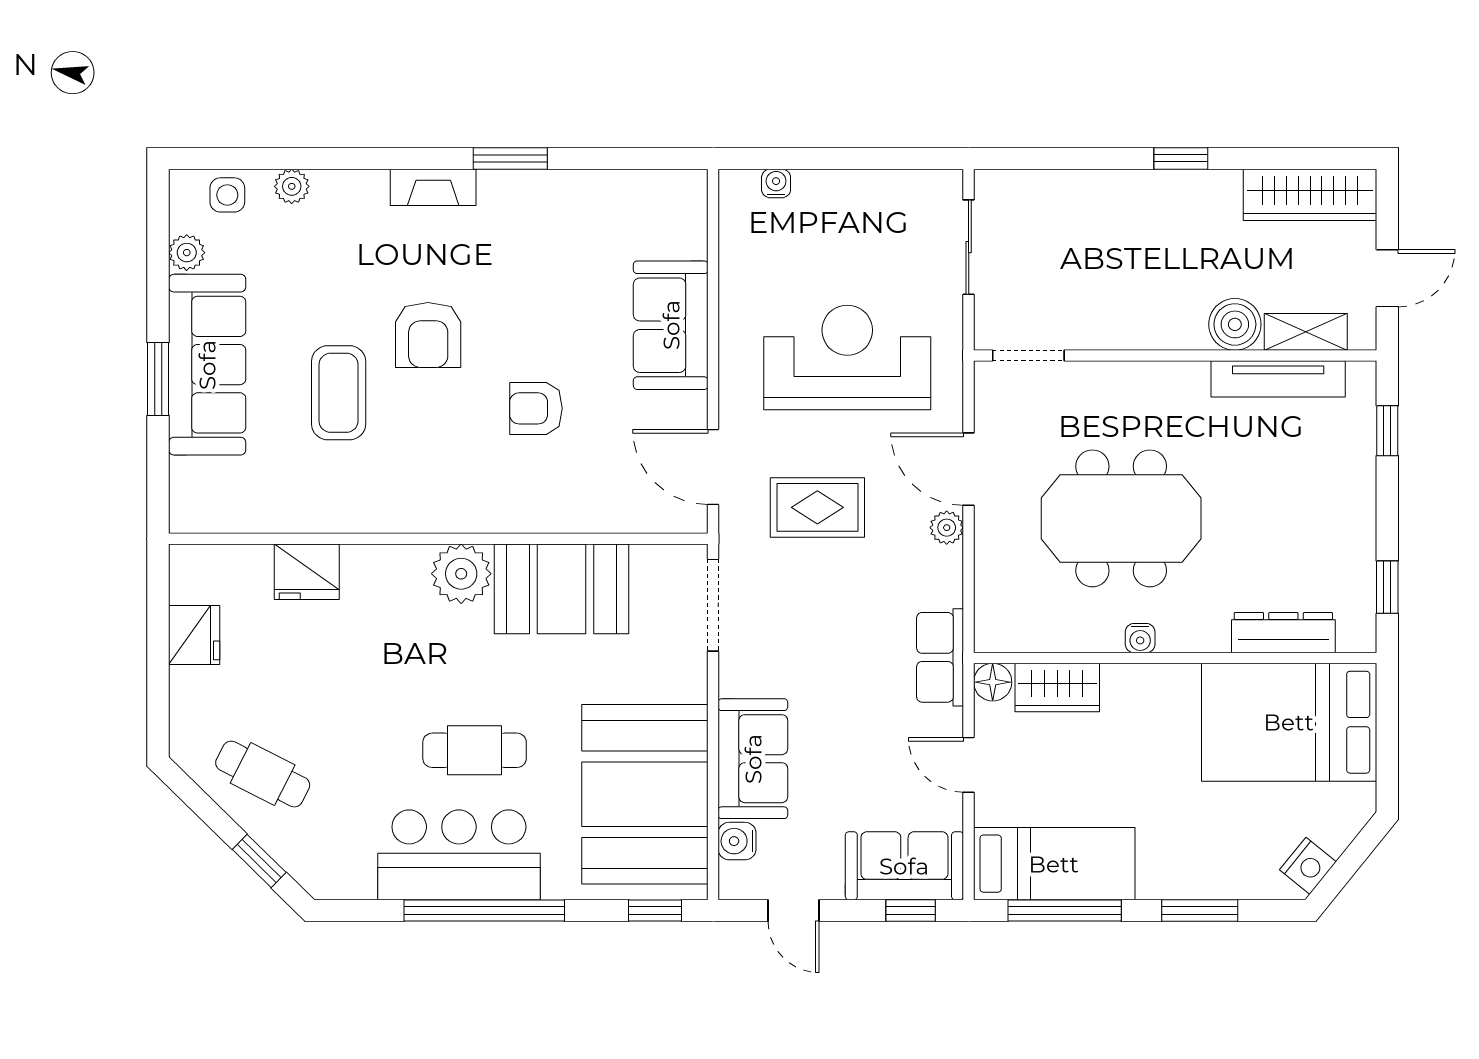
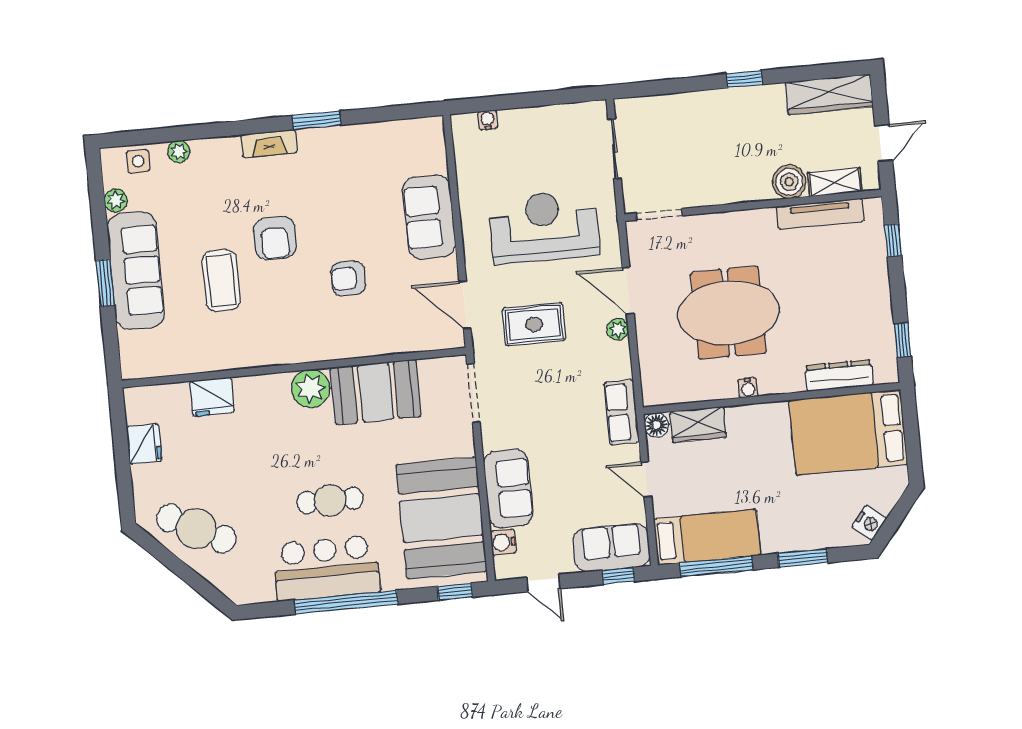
cafe table: (263, 774) -> (196, 529), width x1.37, depth x1.35
window: (259, 861) -> (199, 584), removed

